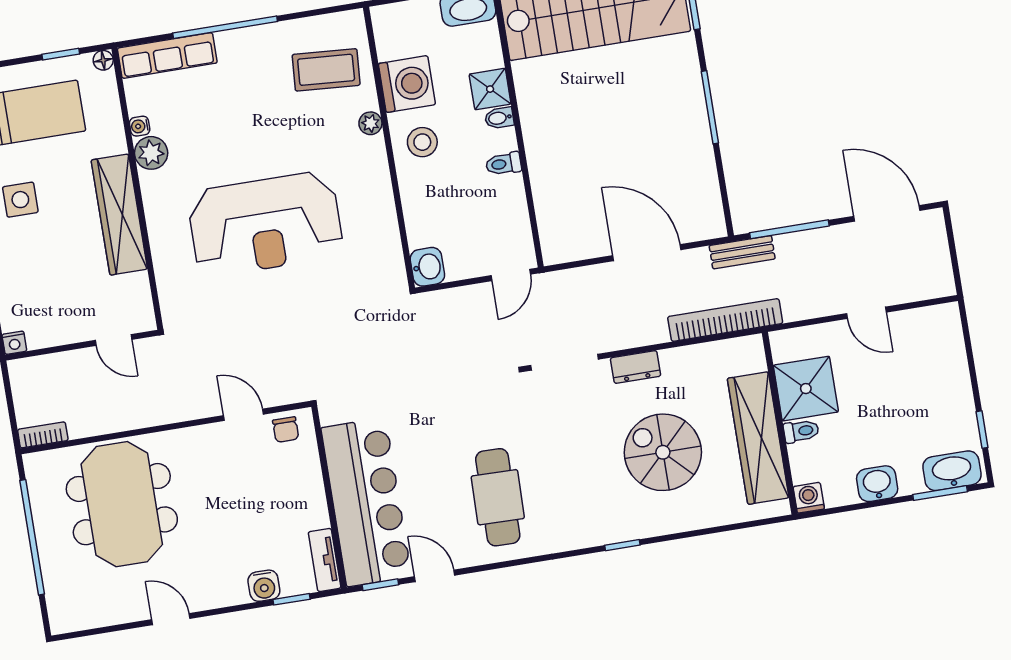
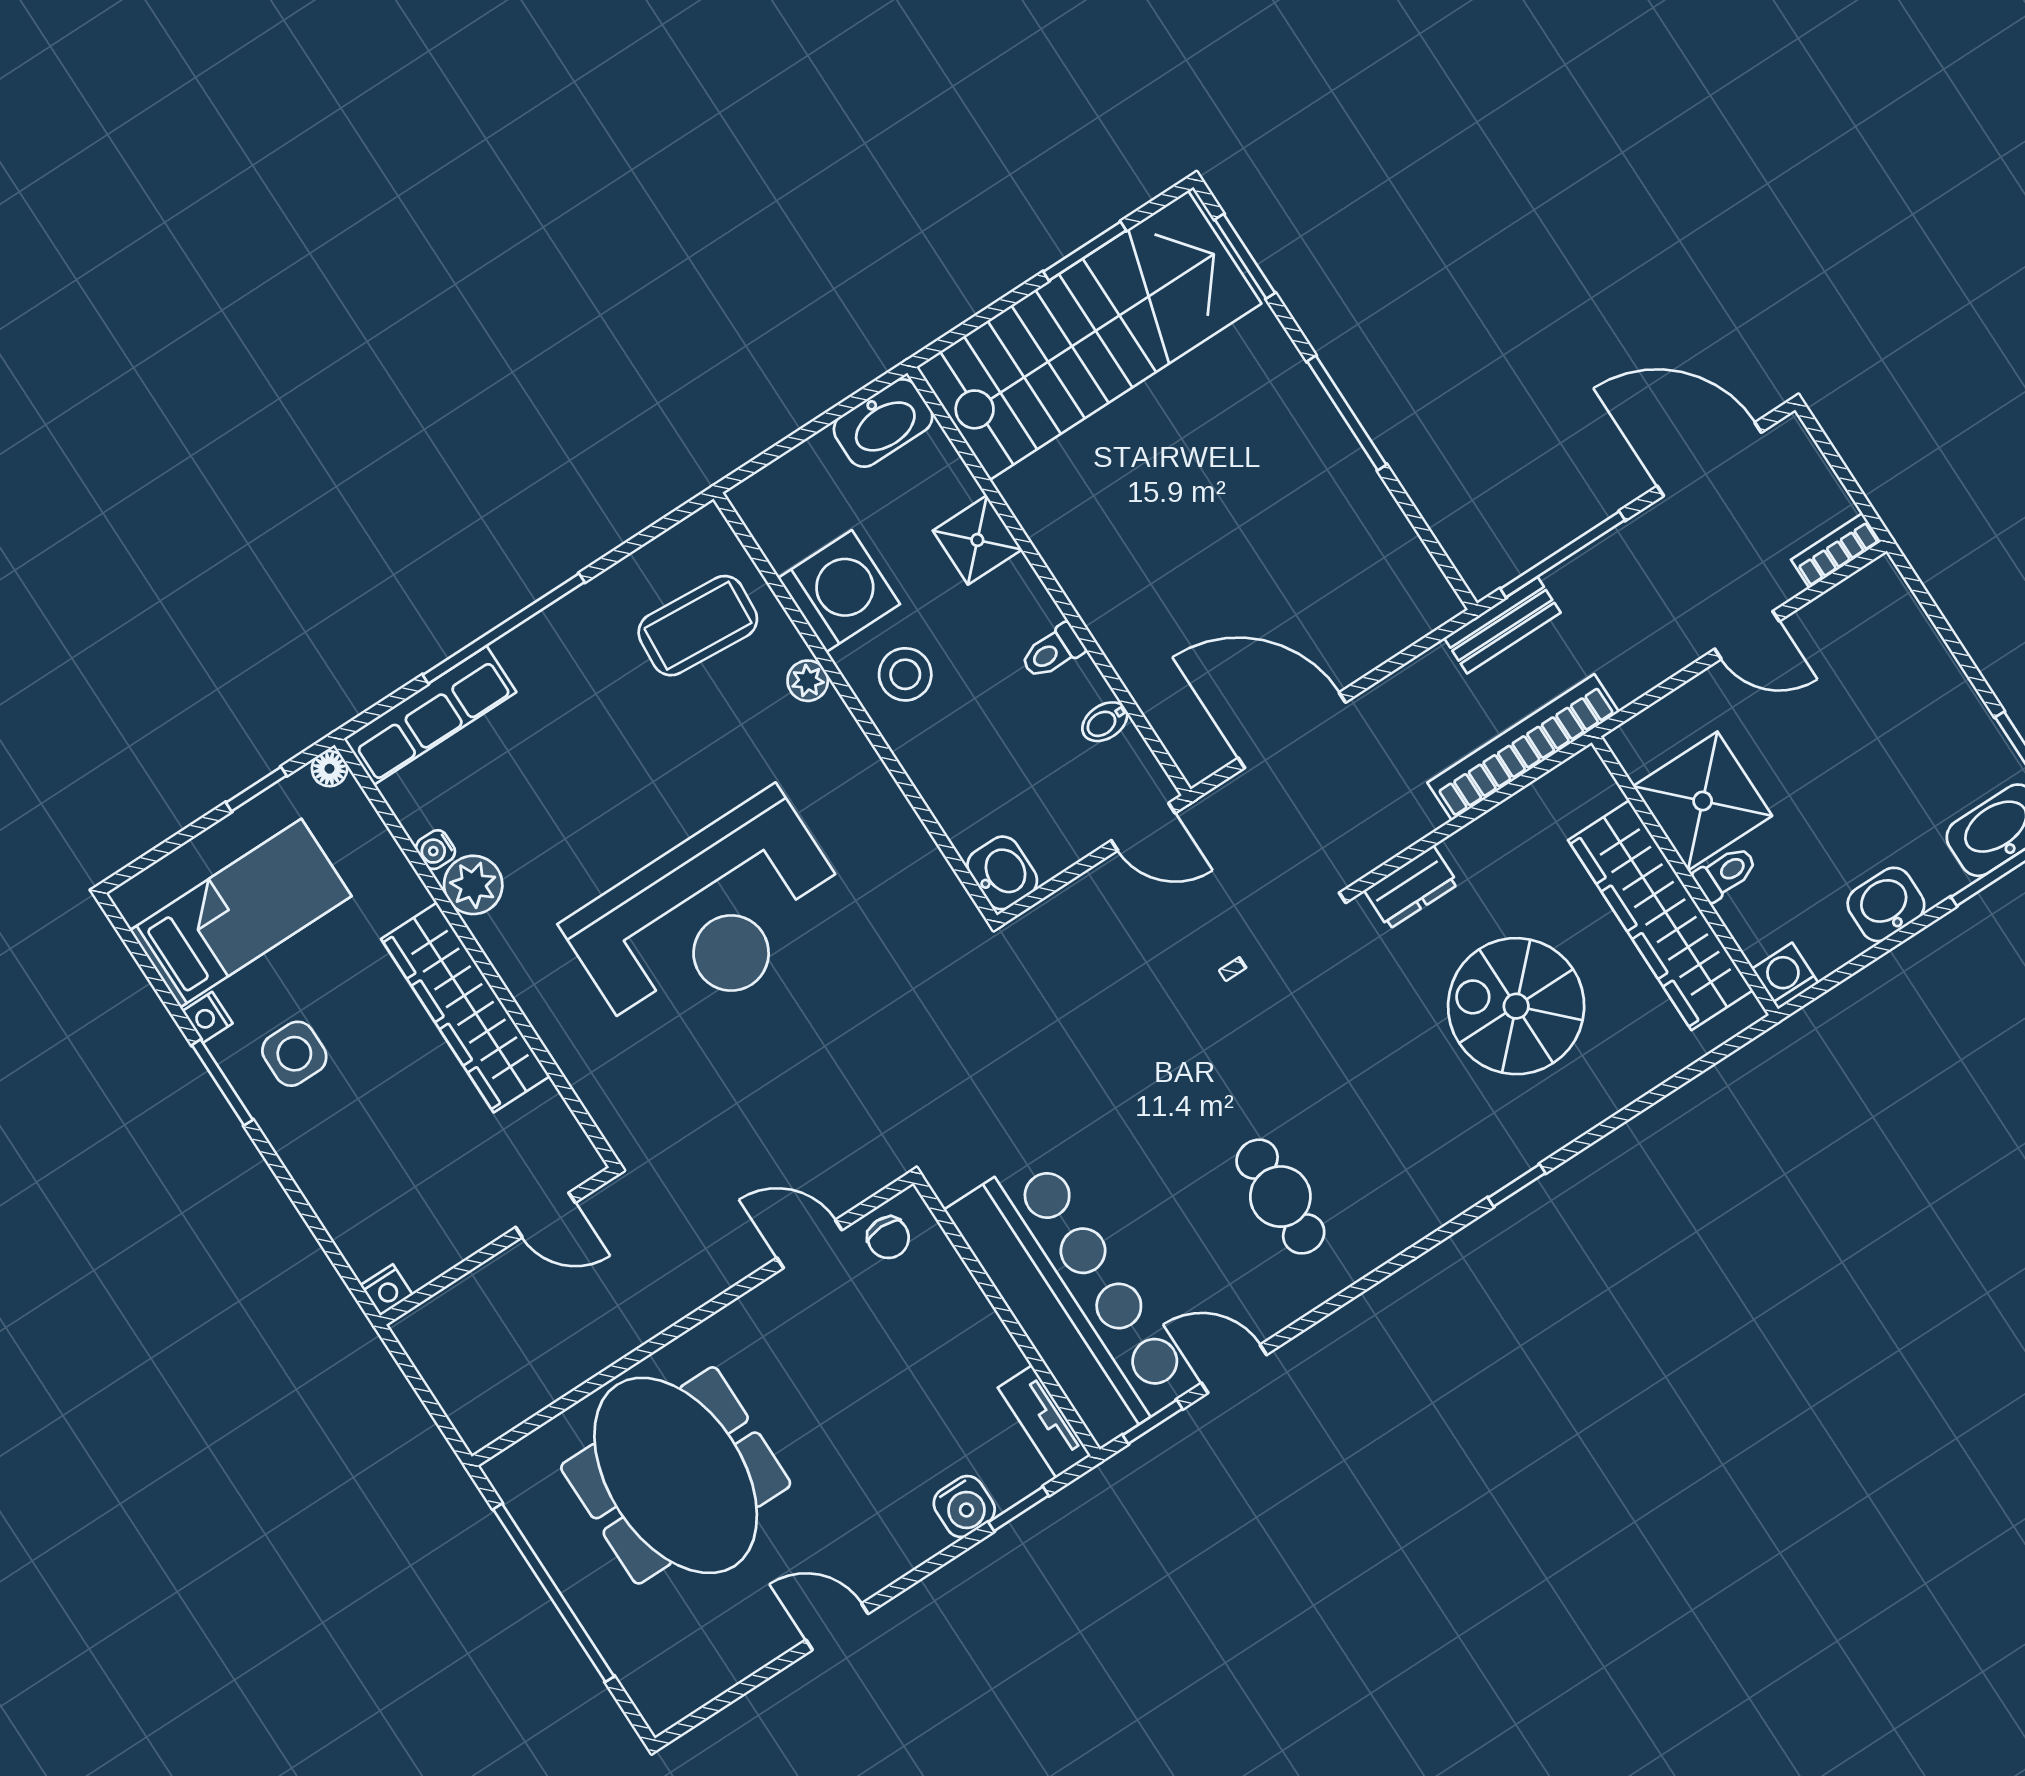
bidet: (499, 118) -> (1105, 722), moved
door: (647, 253) -> (1292, 730), moved
door: (511, 275) -> (1143, 827), hinge flipped
bookcase: (43, 435) -> (1836, 551), moved
cafe table: (498, 497) -> (1280, 1197), width x0.73, depth x0.74

